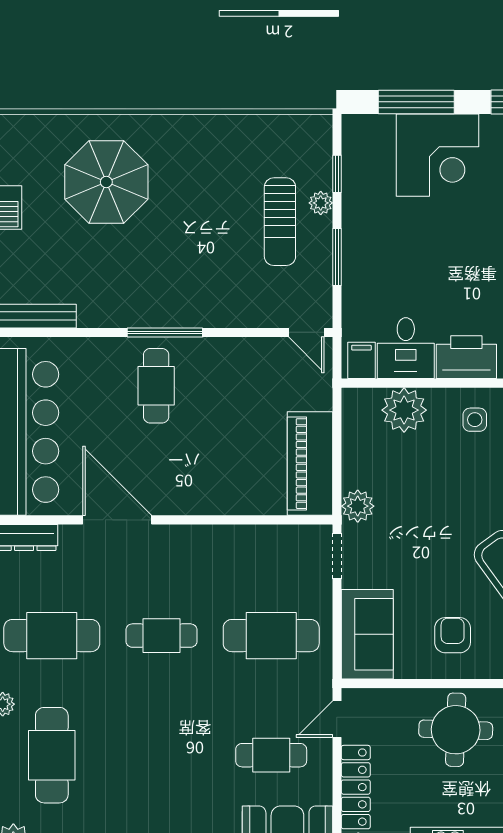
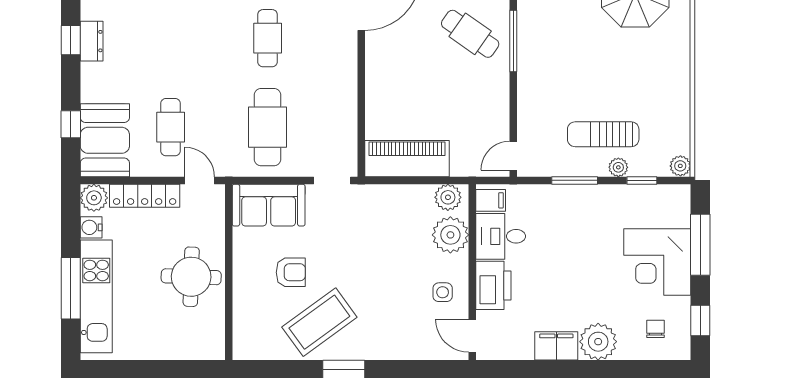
plant: (319, 127) -> (680, 166), added
cafe table: (156, 386) -> (470, 34), turned 35
plant: (358, 506) -> (448, 197), moved
armchair: (453, 635) -> (291, 272), moved

